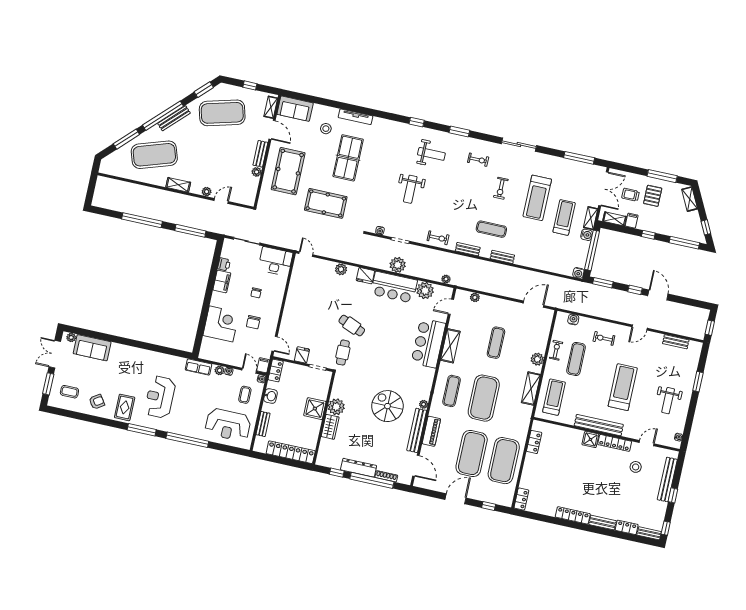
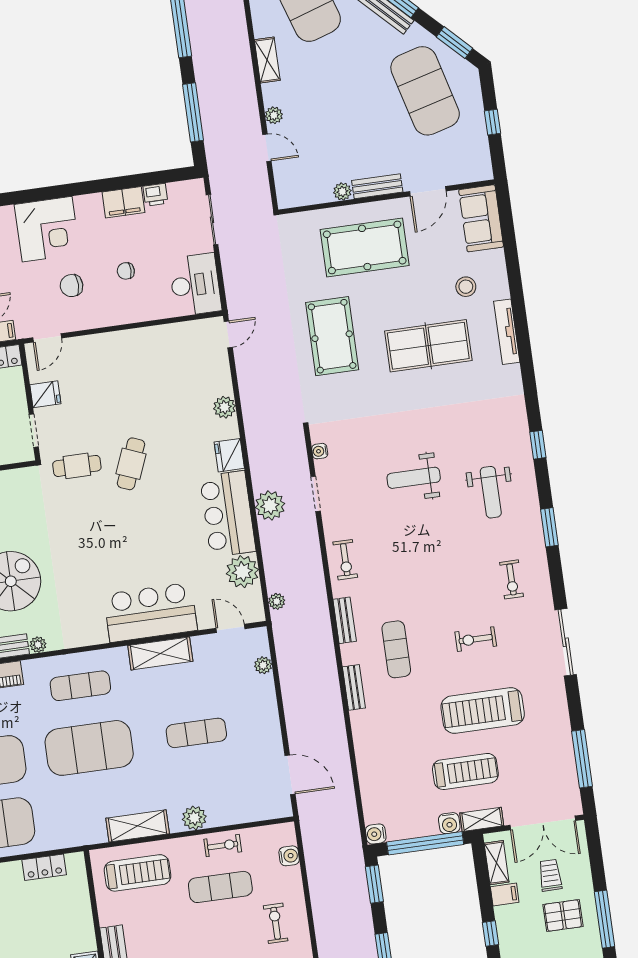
shelving: (271, 107) -> (467, 174), removed

